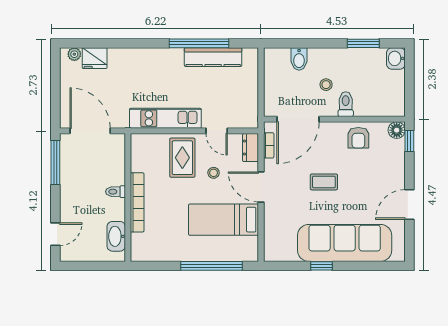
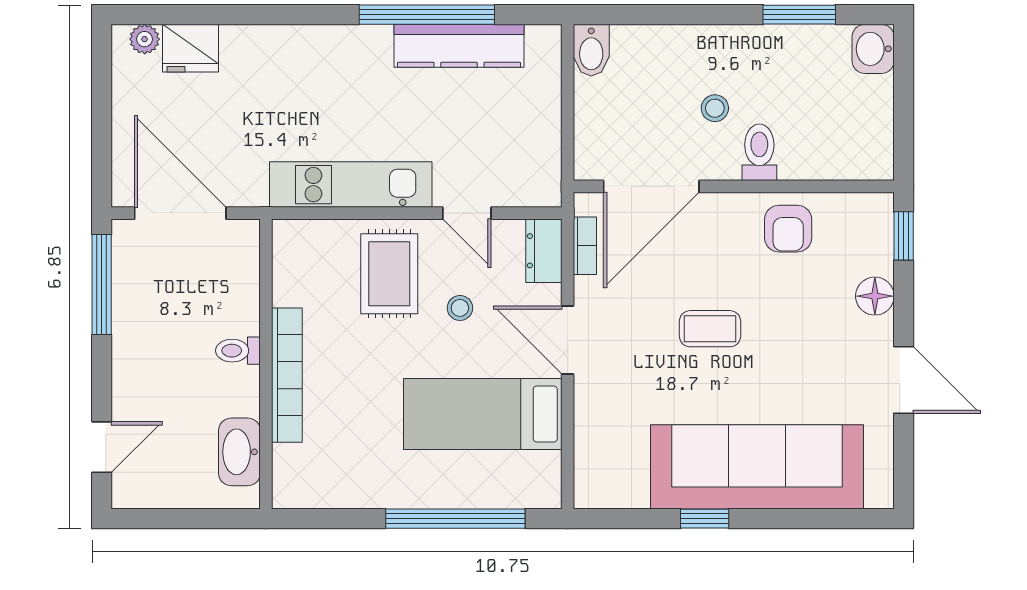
bidet: (299, 59) -> (591, 50), moved
floor lamp: (397, 130) -> (875, 296), moved
door: (409, 205) -> (904, 380), swing flipped

